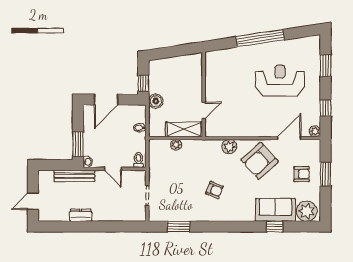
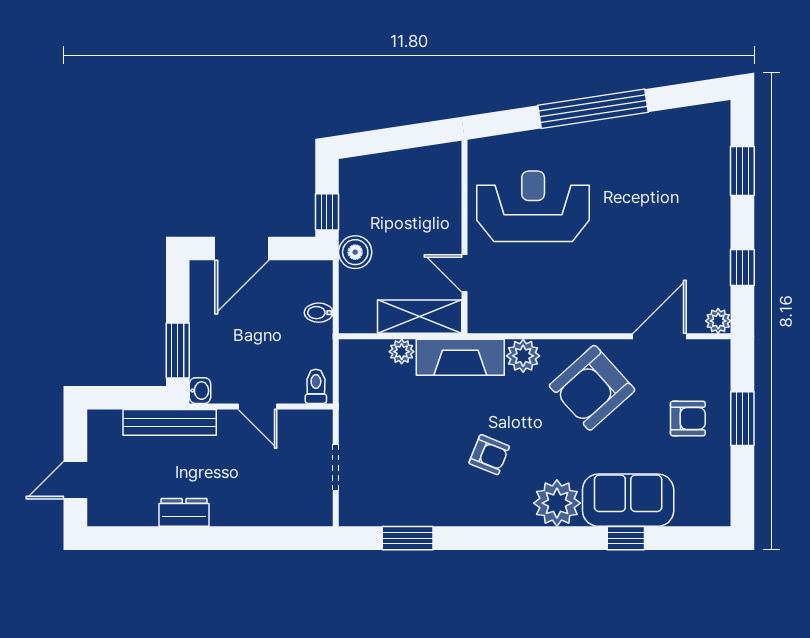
reception desk: (280, 81) -> (533, 206), moved
door: (204, 110) -> (464, 273), swing flipped
fireplace: (202, 147) -> (460, 357), added
plant: (307, 211) -> (557, 503), moved

